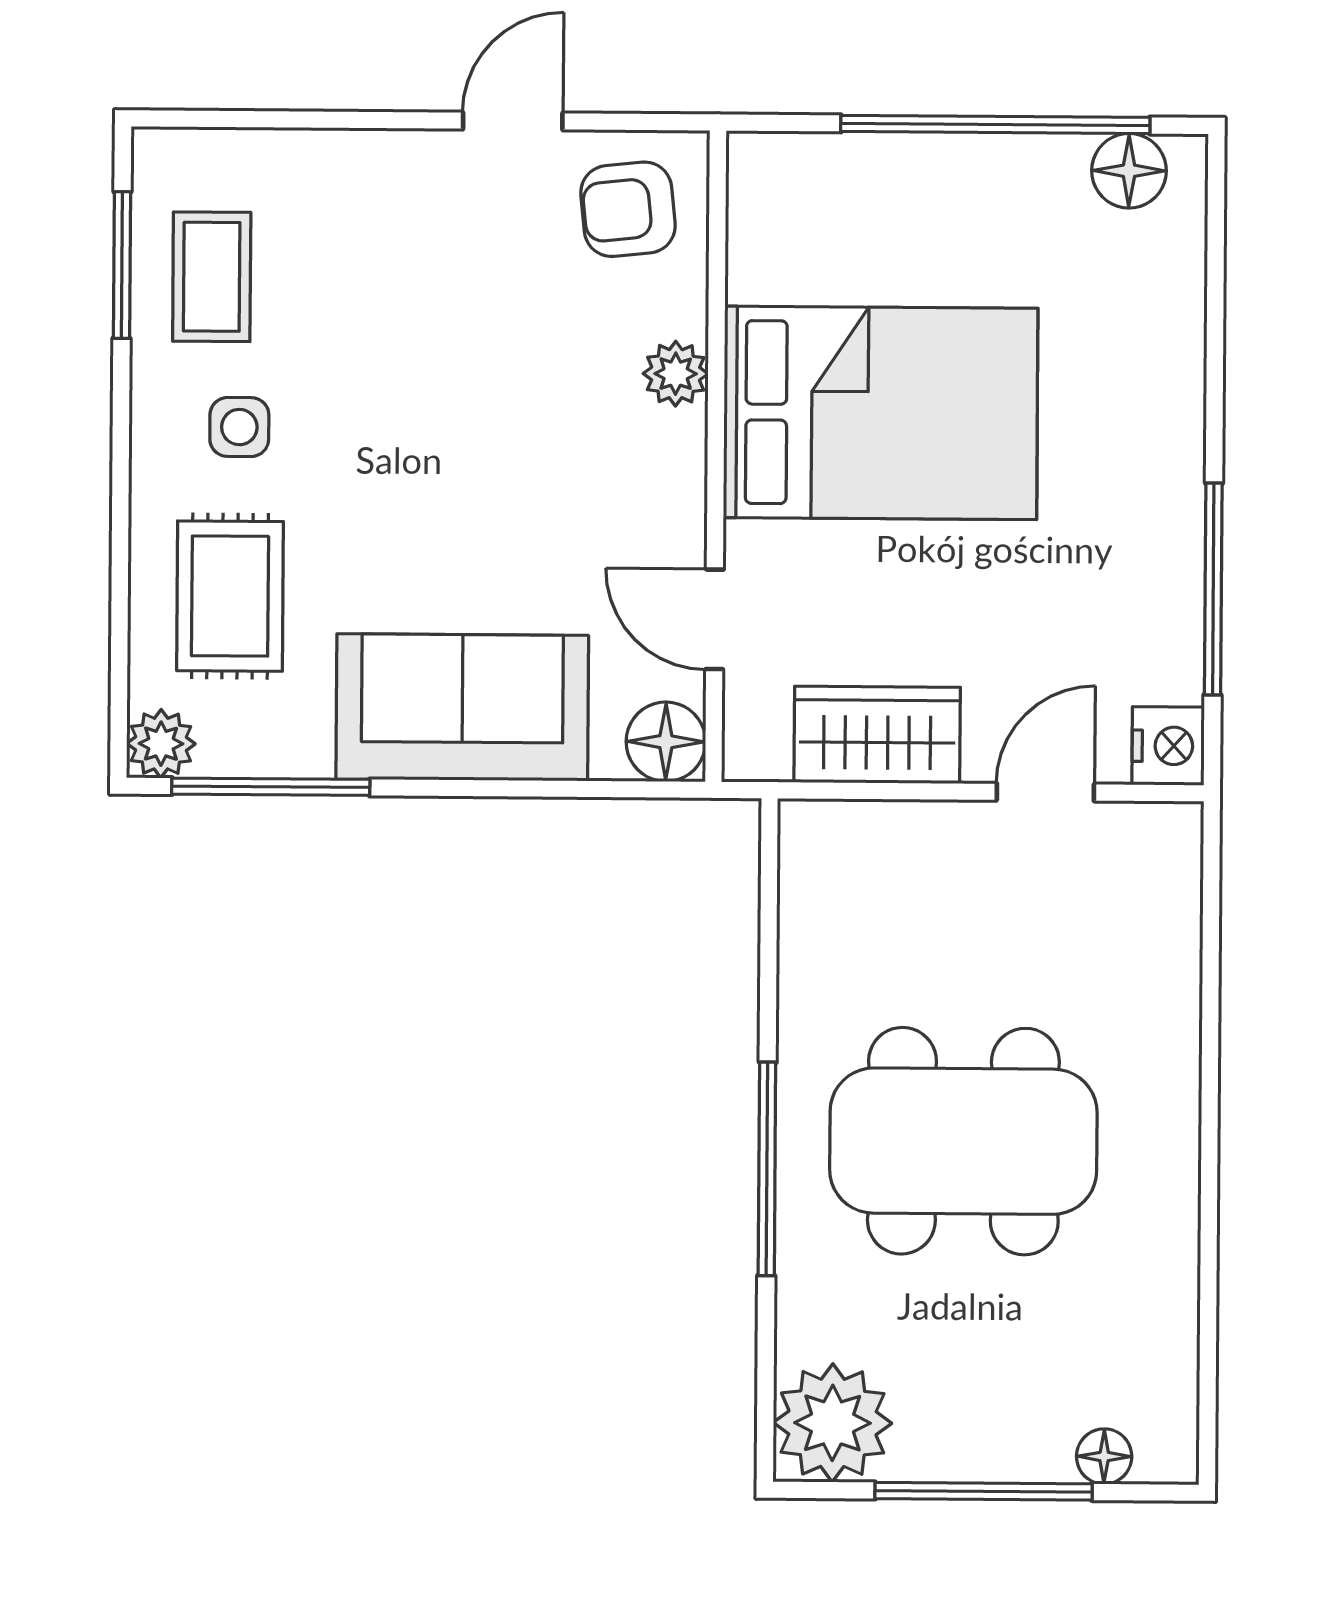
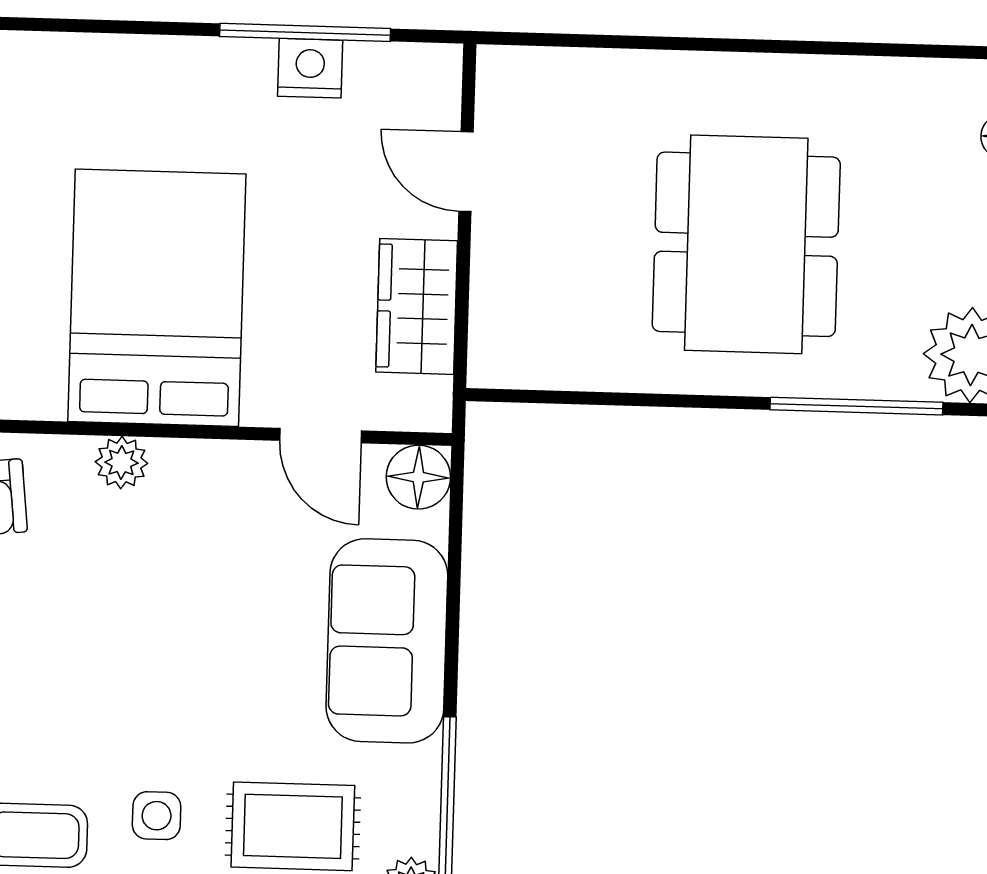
door: (715, 619) -> (320, 436), hinge flipped
nightstand: (1168, 746) -> (310, 68), moved
window: (767, 1169) -> (856, 406), moved

